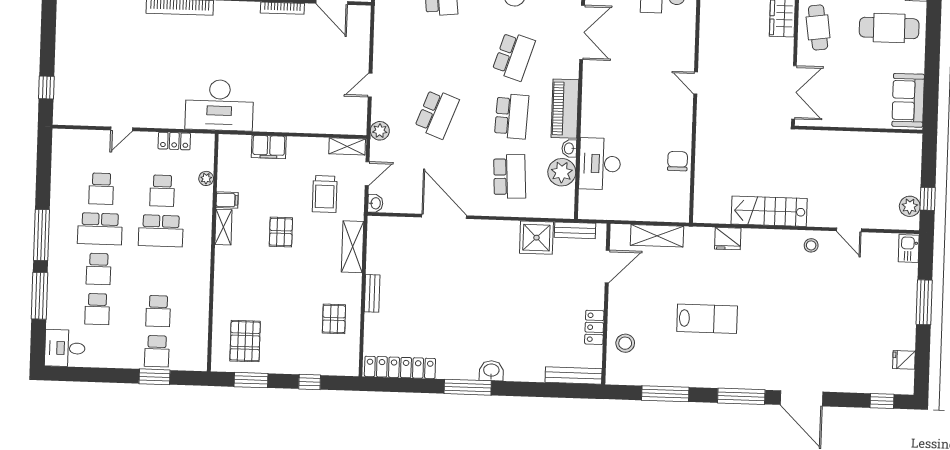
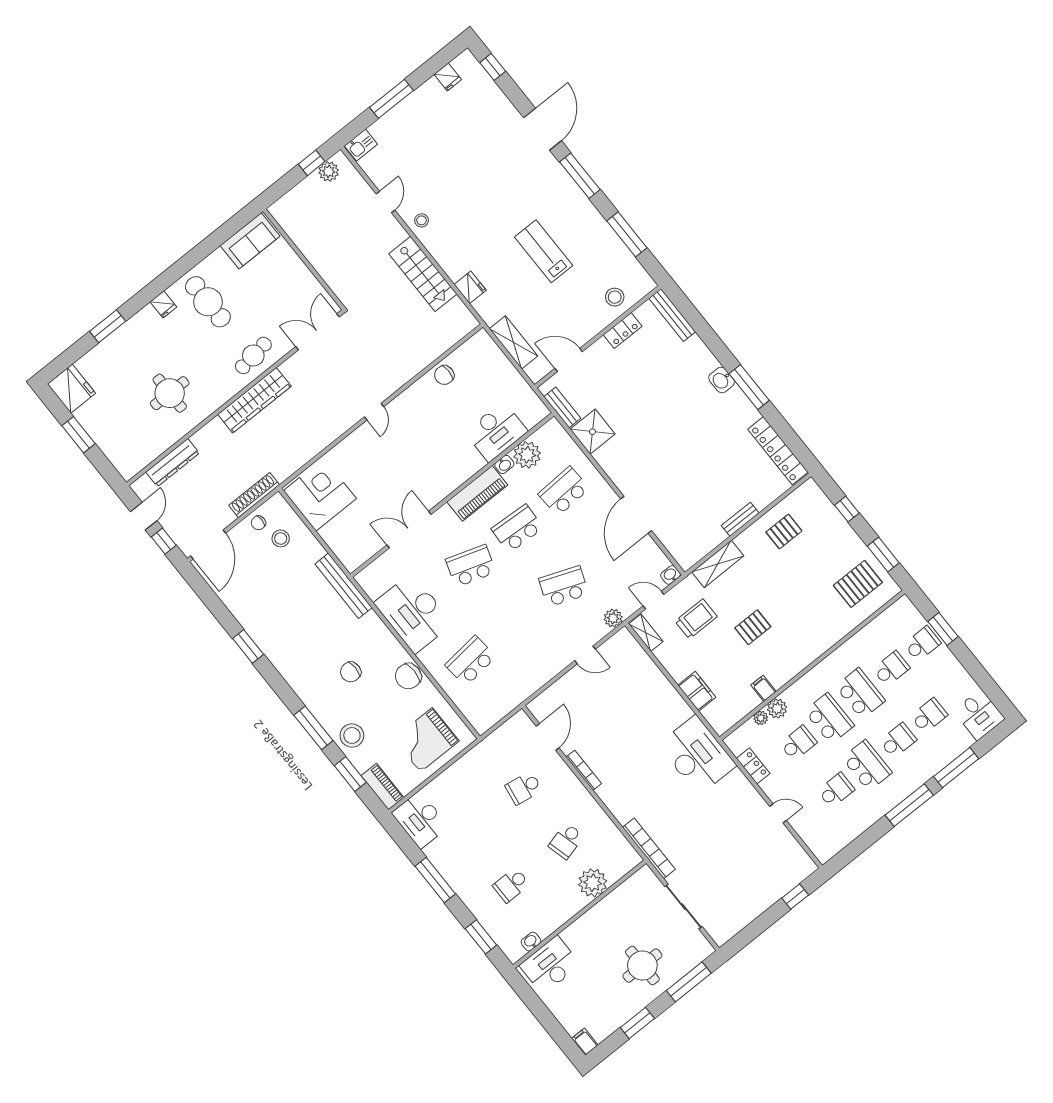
plant: (203, 197) -> (777, 708), added
shelving: (223, 227) -> (786, 674), removed
school desk: (159, 271) -> (860, 693), added

